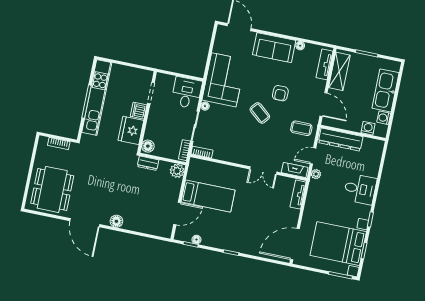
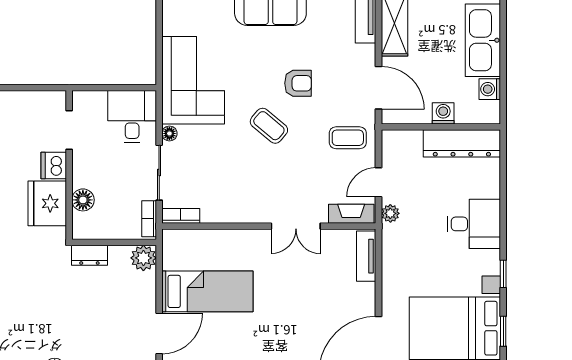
armchair: (280, 93) -> (298, 83), turned -90
washing machine: (368, 128) -> (443, 113), moved
dresser: (341, 140) -> (462, 143), moved
floor lamp: (148, 146) -> (83, 200), moved

